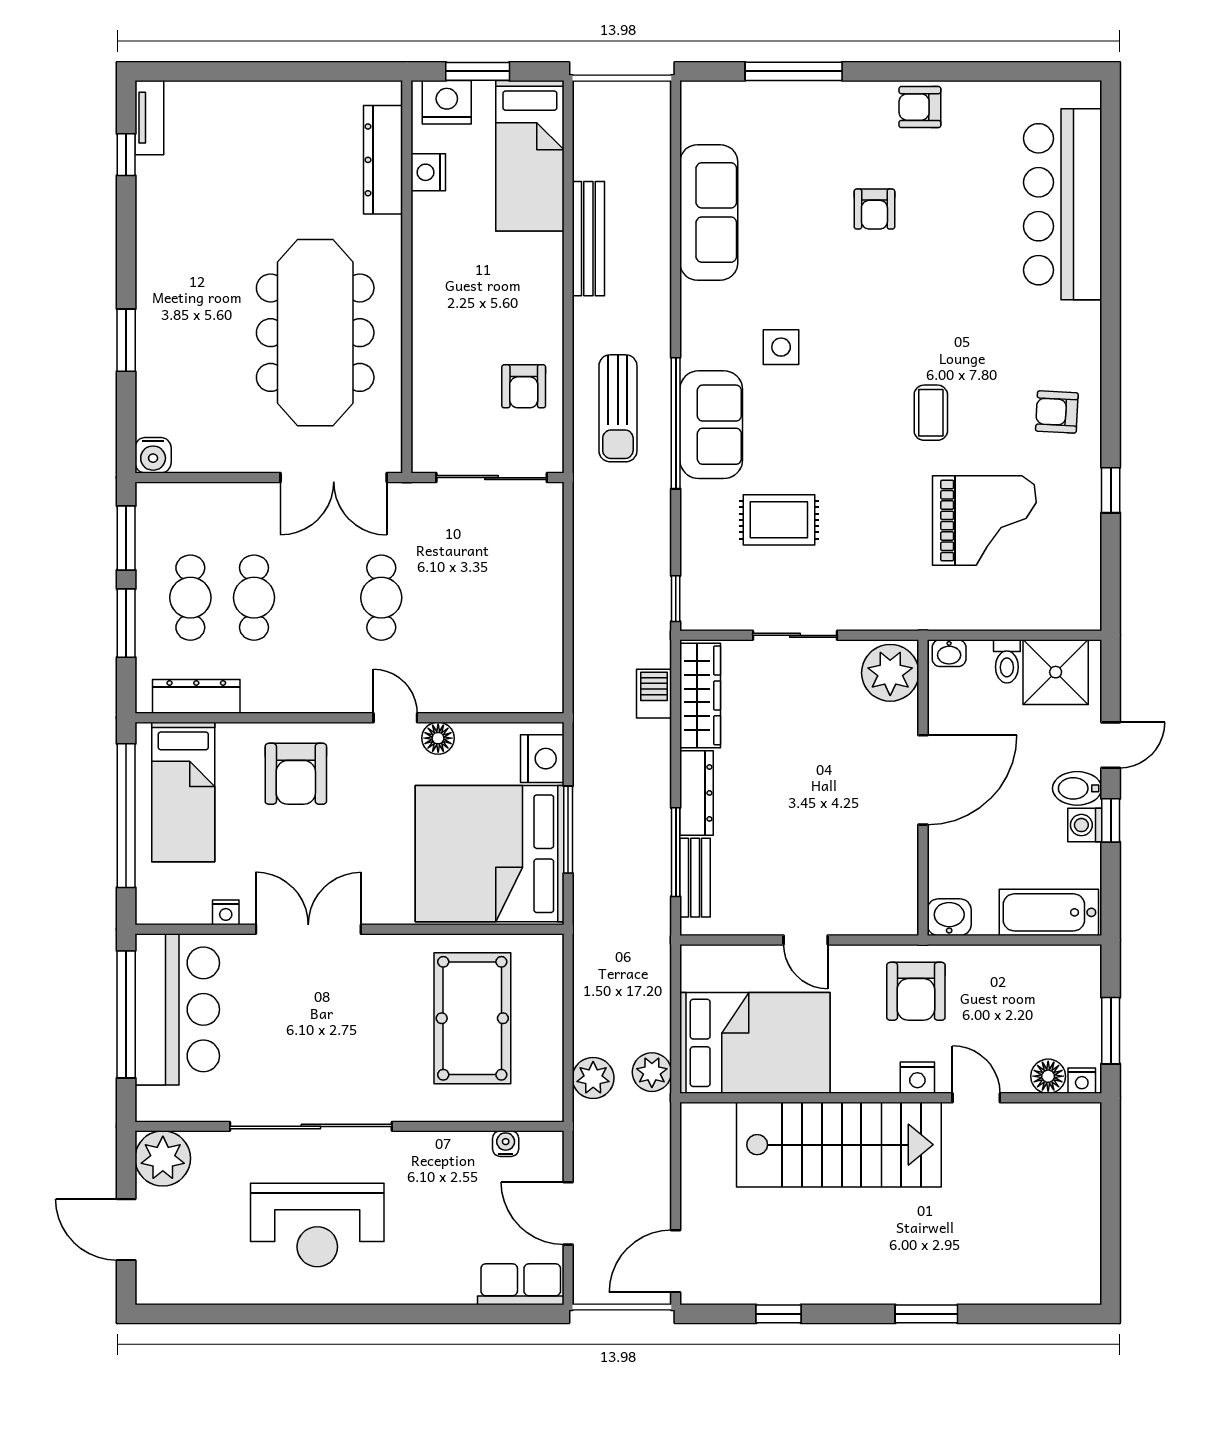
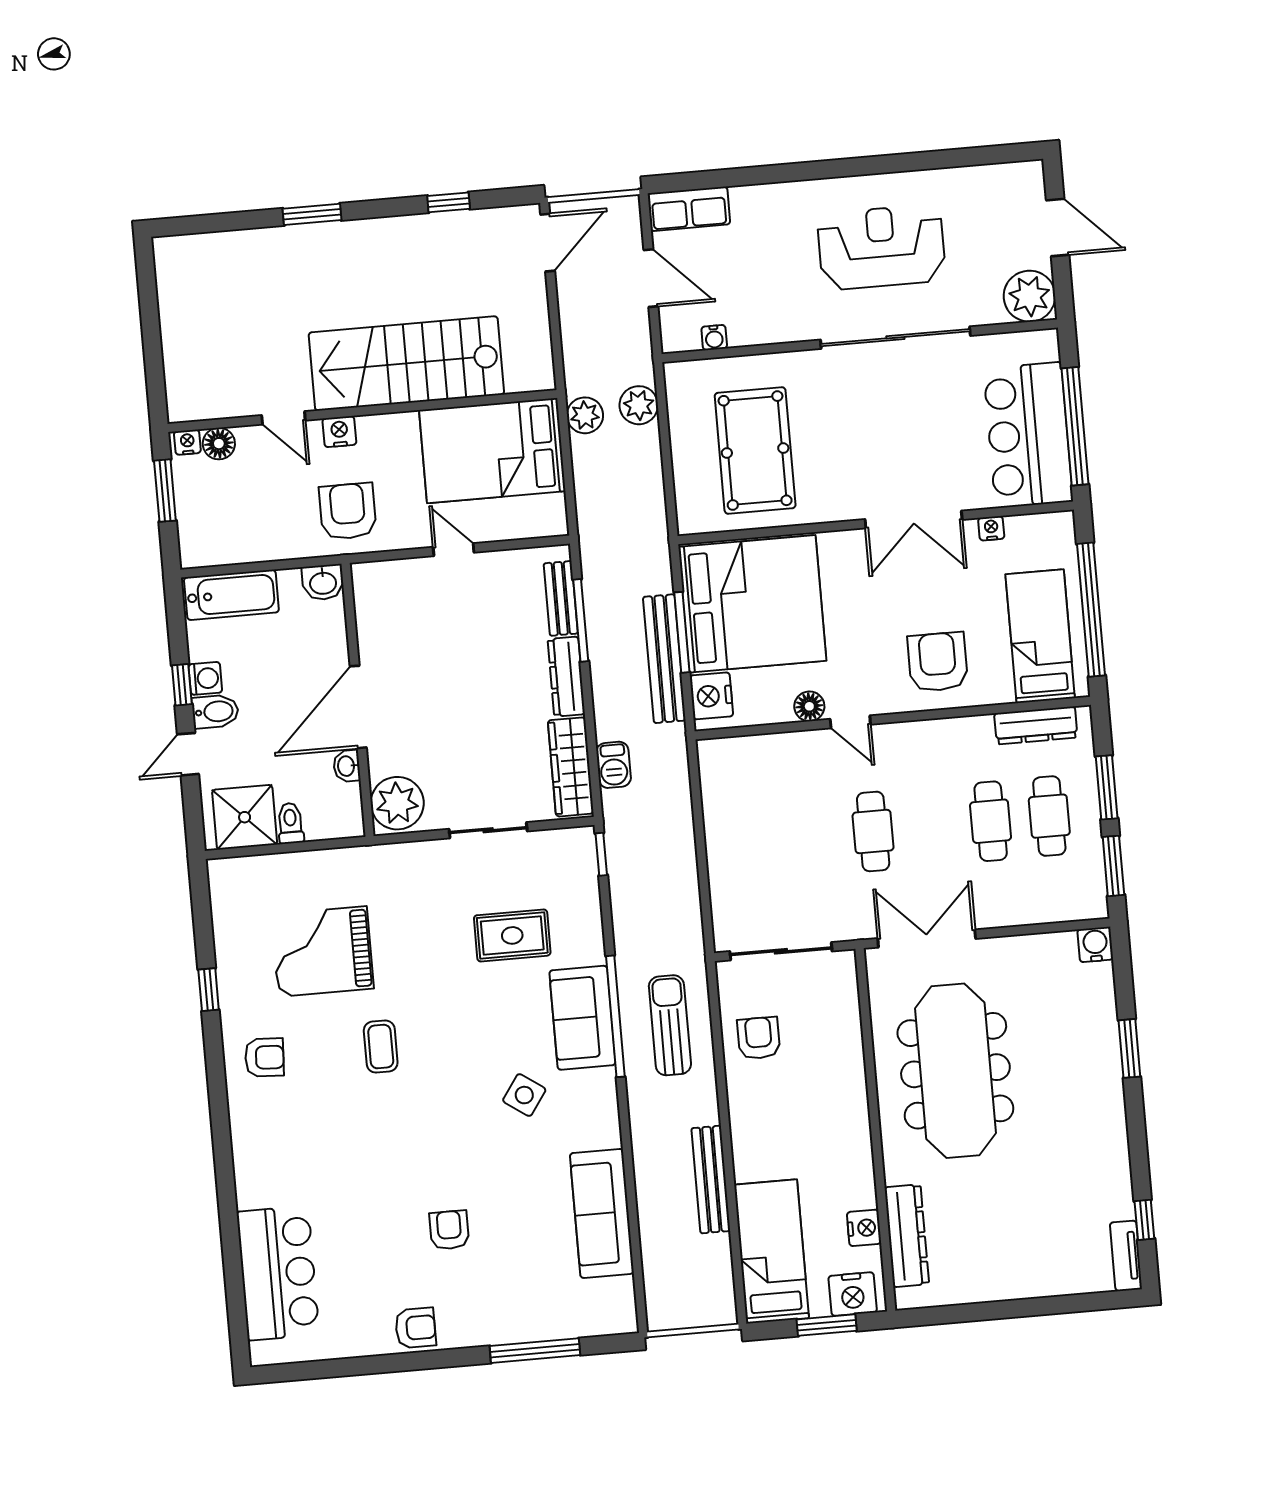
bar counter: (1063, 204) -> (278, 1273), width x0.73
side table: (781, 347) -> (524, 1095), turned 35
washbasin: (949, 653) -> (347, 766), moved, turned -90
bench: (589, 803) -> (664, 659), added

